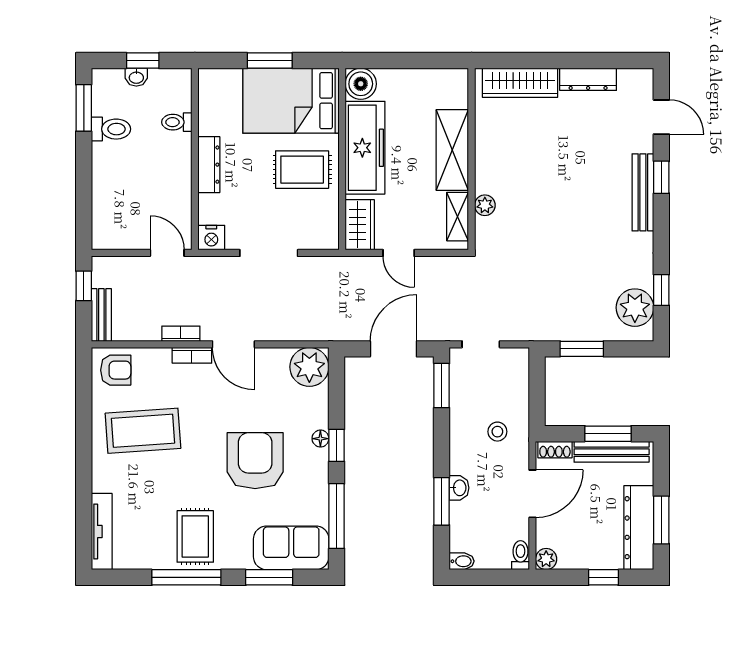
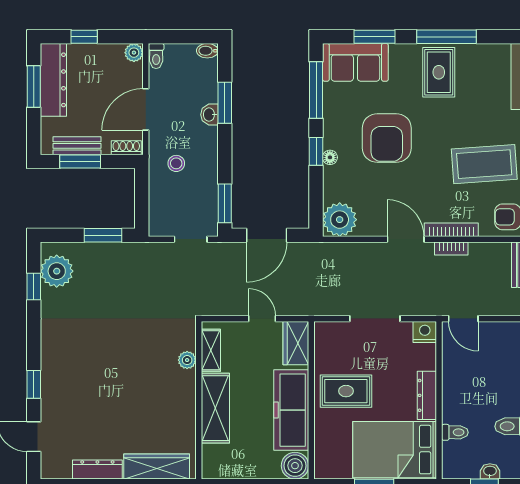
bed: (291, 101) -> (395, 450), moved, turned 180
bench: (643, 192) -> (50, 371), removed
bookcase: (192, 355) -> (451, 230), width x1.56
bench: (612, 452) -> (77, 146), width x0.73

